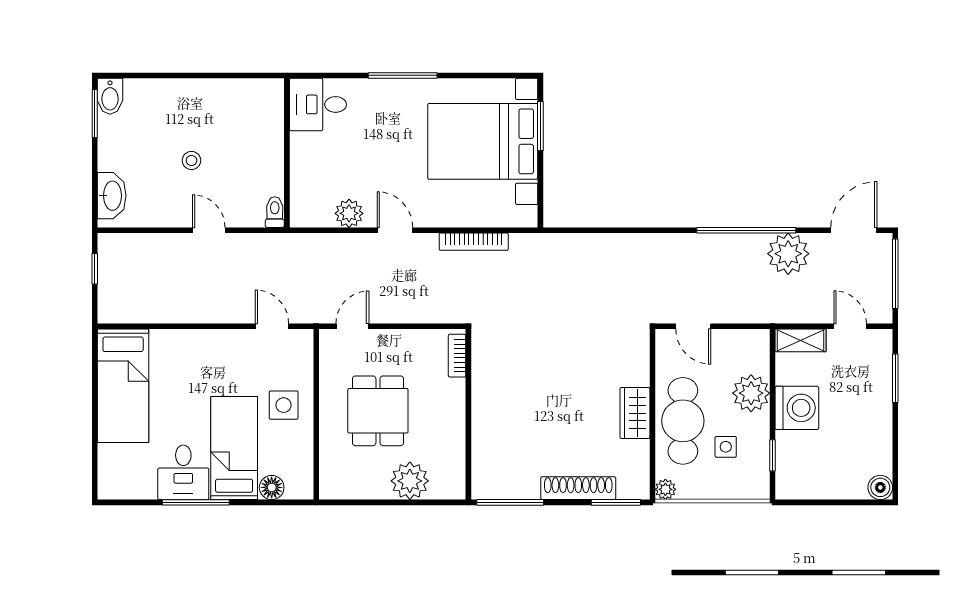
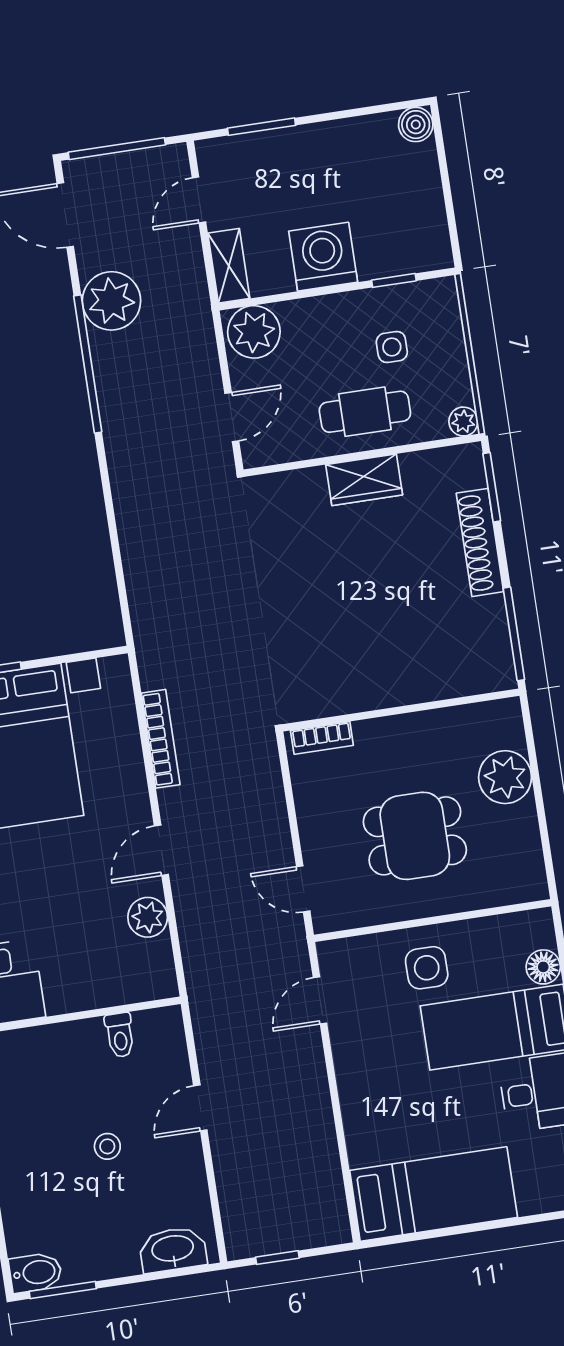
toilet: (275, 212) -> (120, 1035), moved, turned -90
plant: (751, 393) -> (254, 332), moved
cafe table: (683, 421) -> (365, 412), width x0.73, depth x0.74

